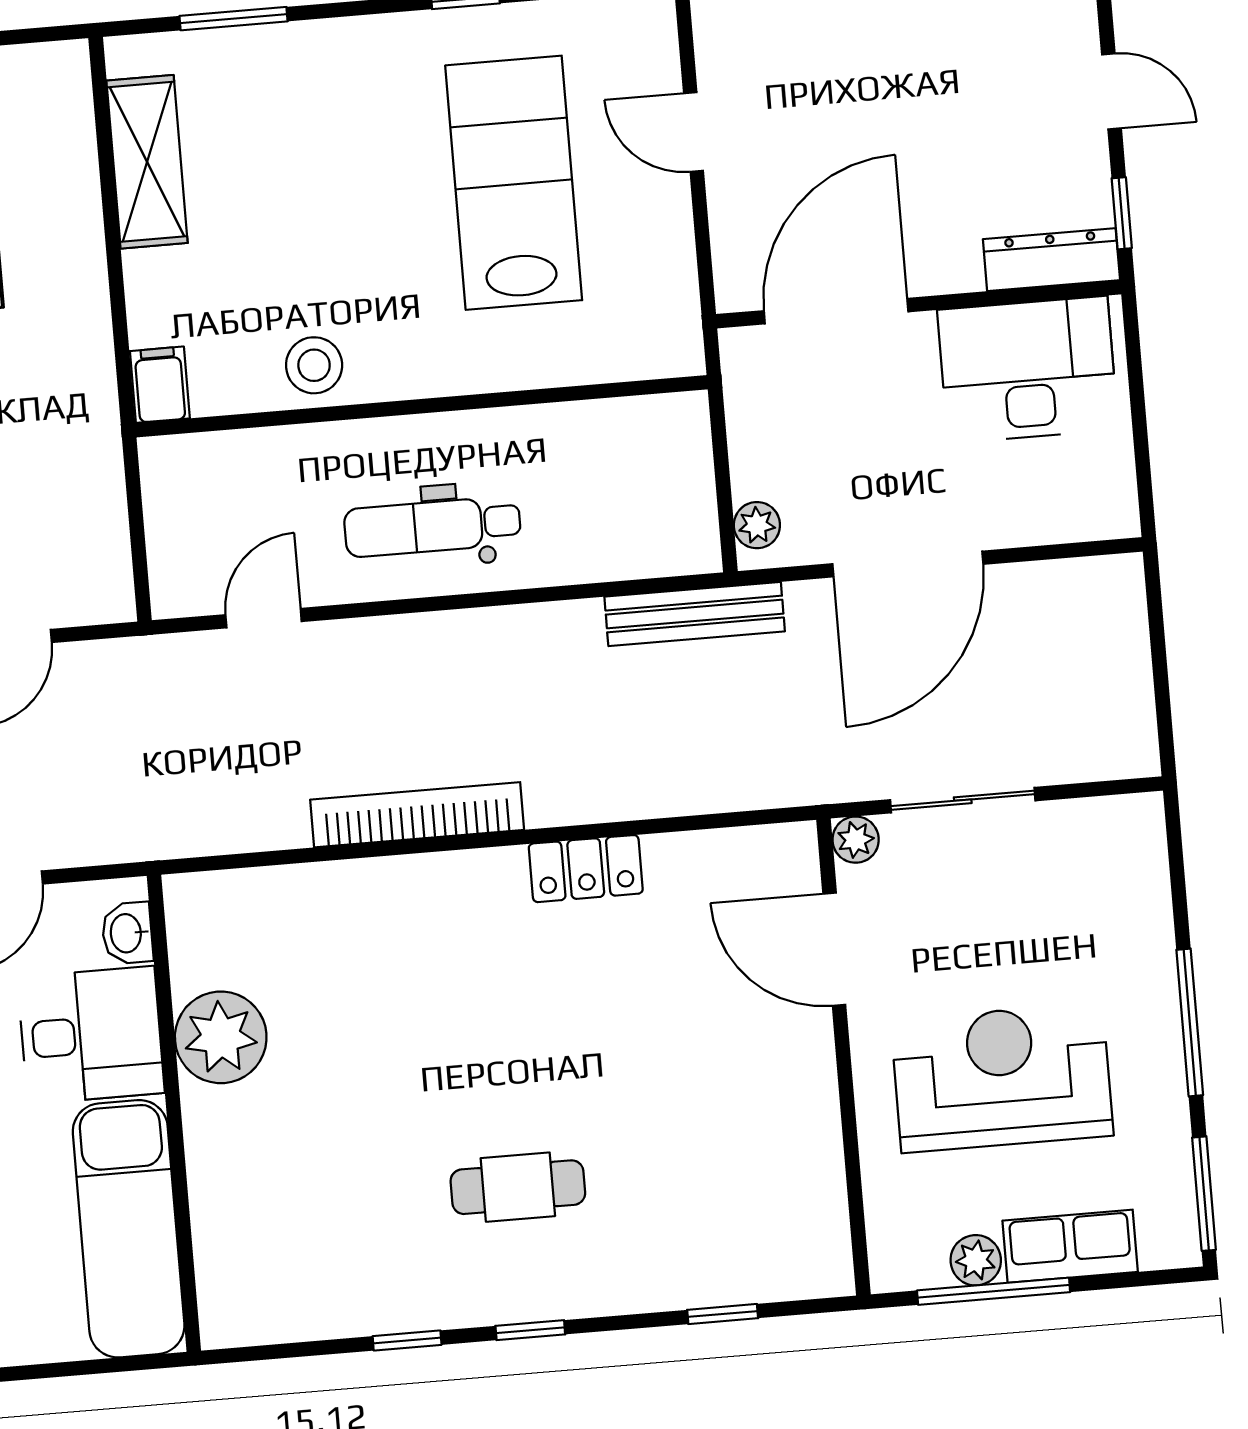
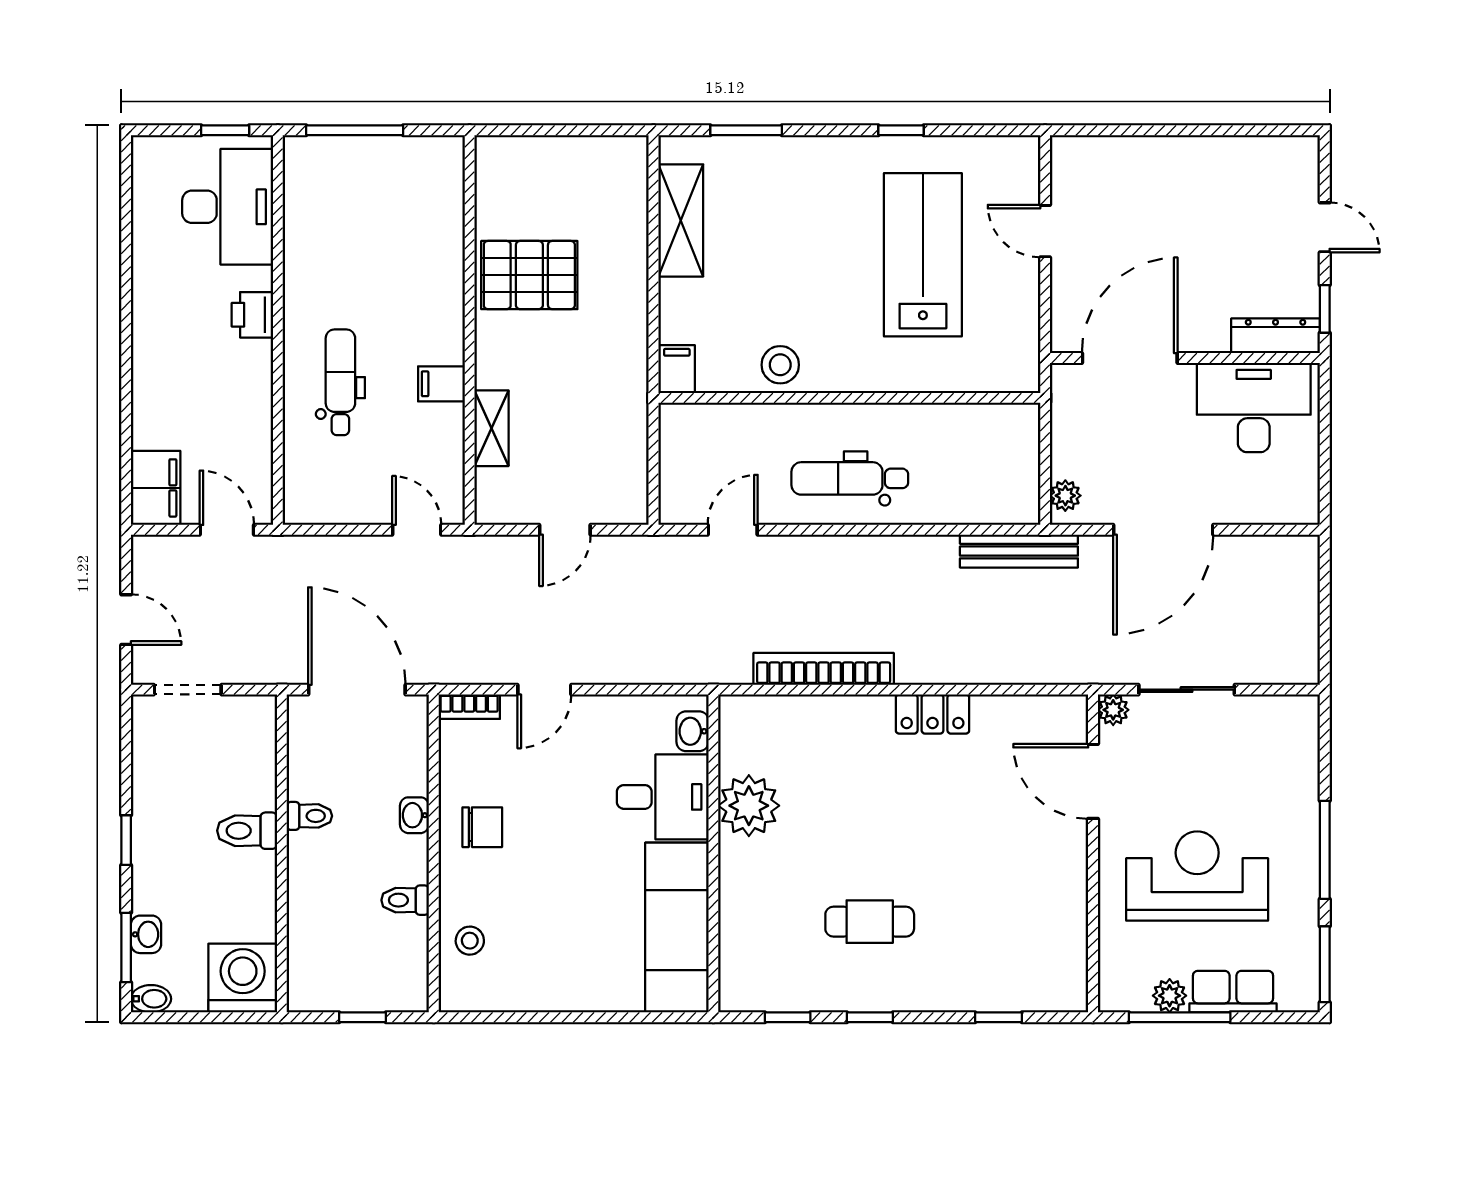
washbasin: (127, 933) -> (693, 731), moved
desk: (91, 1035) -> (663, 797), moved
plant: (221, 1037) -> (749, 806), moved
wall: (174, 1113) -> (713, 853), moved
exam couch: (129, 1229) -> (677, 928), moved

